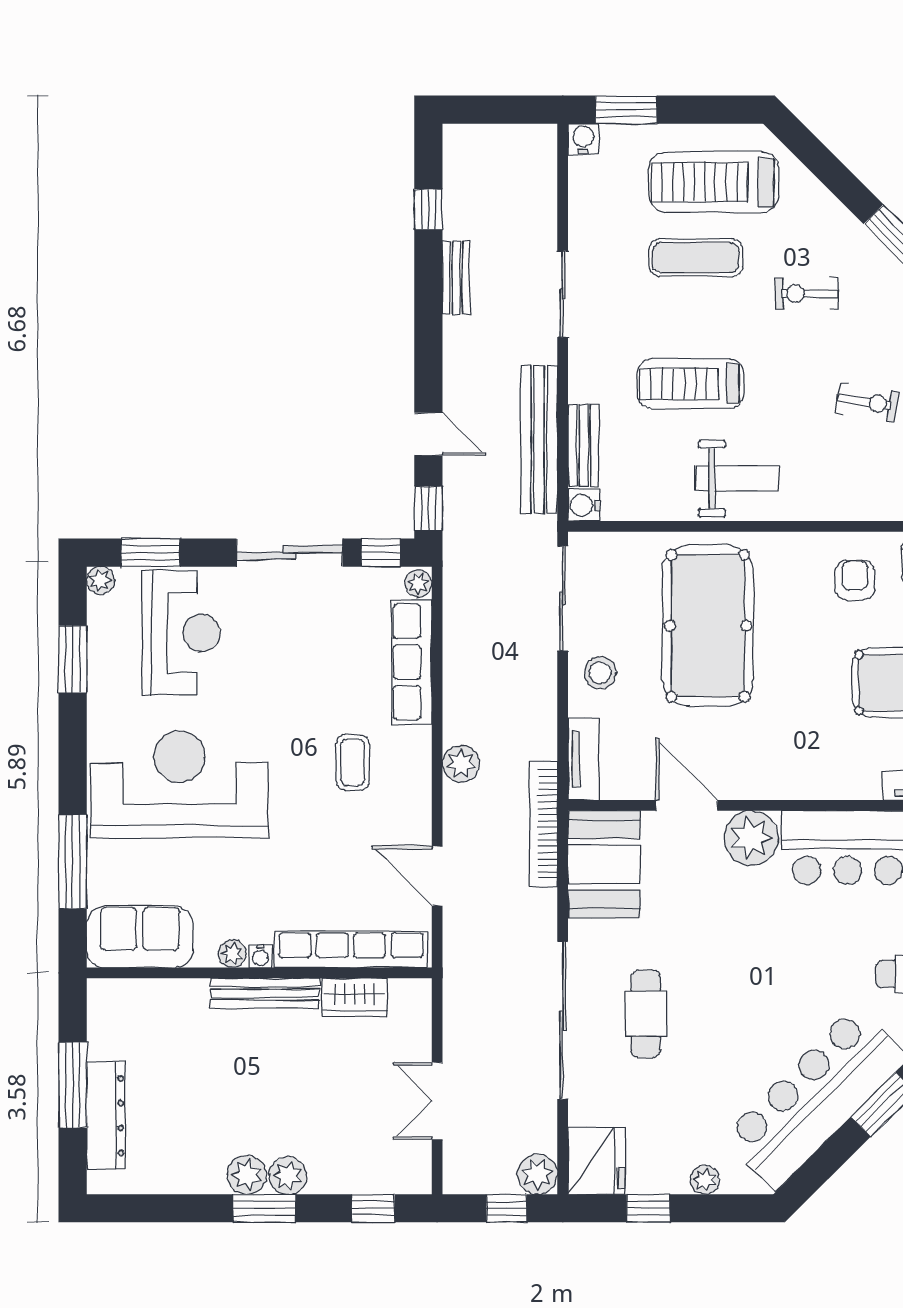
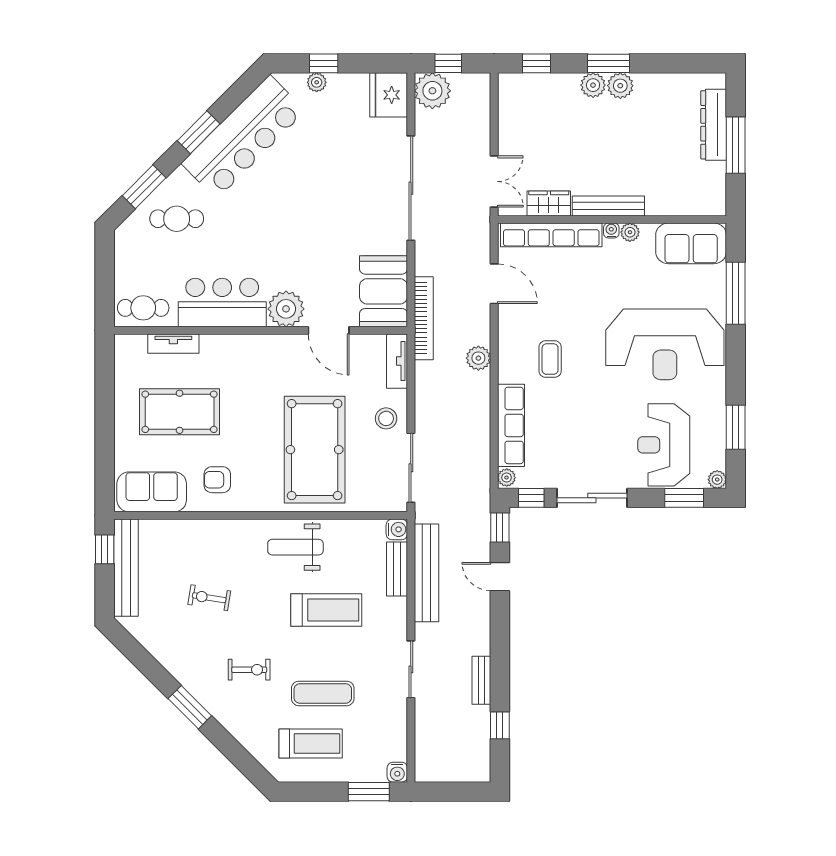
treadmill: (714, 182) -> (311, 743), width x0.73, depth x0.73
armchair: (855, 580) -> (217, 480), turned 90
cafe table: (646, 1014) -> (356, 192), removed
double door: (437, 1101) -> (494, 181), moved
plant: (537, 1174) -> (432, 91), width x1.36, depth x1.36
window: (648, 1208) -> (324, 63), moved

